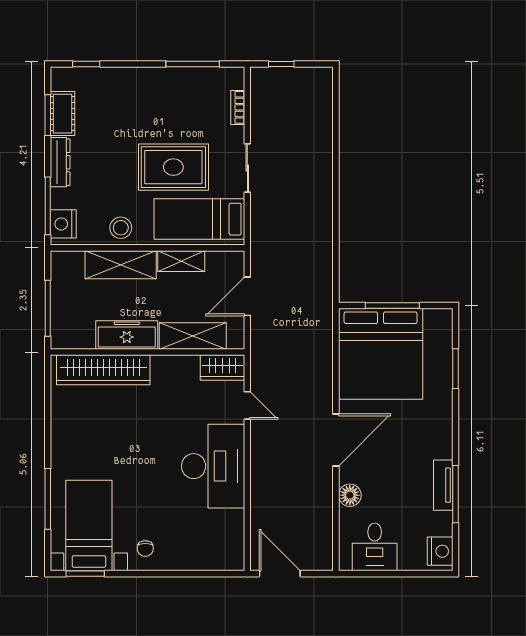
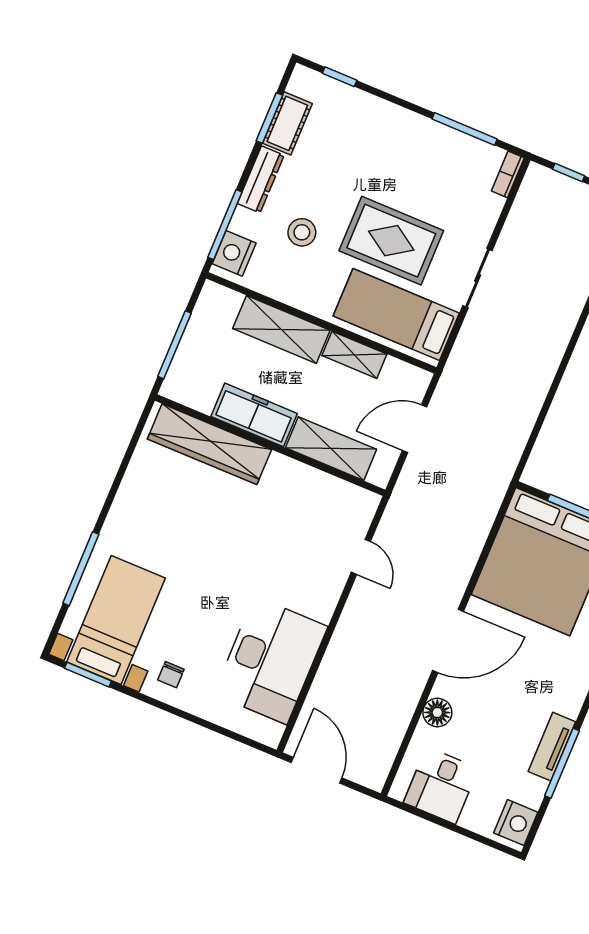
bookcase: (238, 107) -> (508, 174), moved
stool: (121, 228) -> (302, 232), moved
wardrobe: (222, 368) -> (350, 500), removed
desk: (213, 466) -> (271, 660), moved

